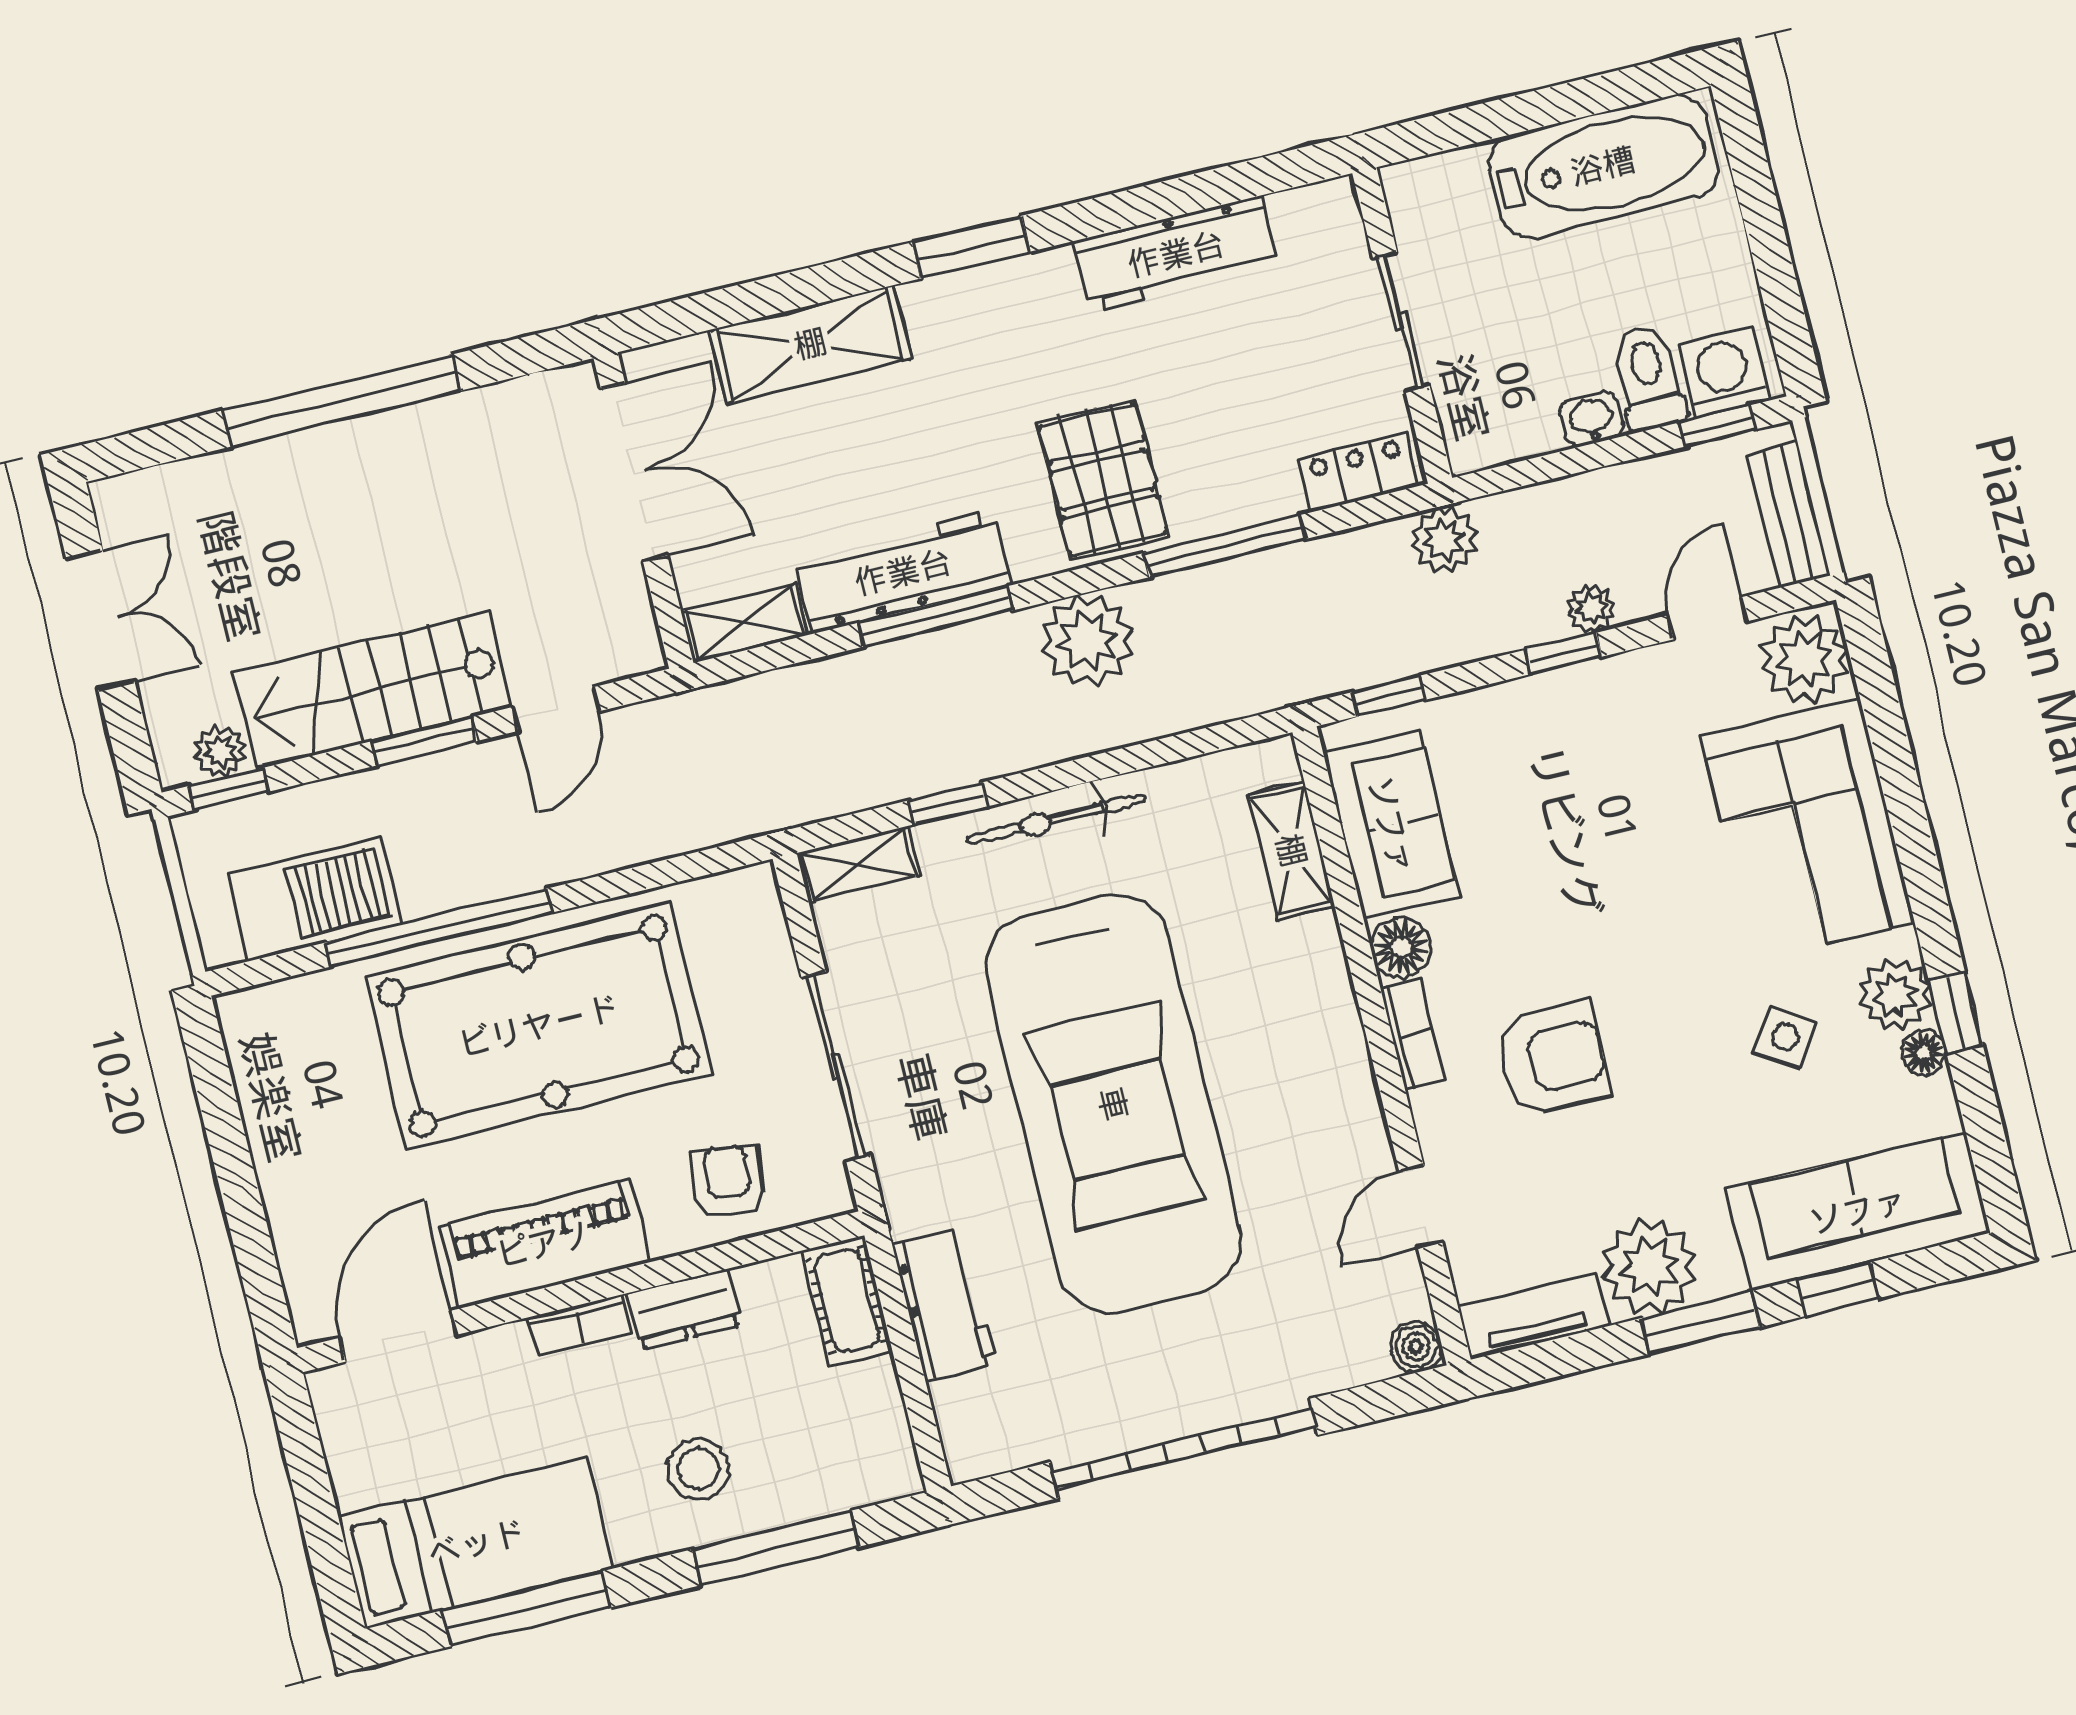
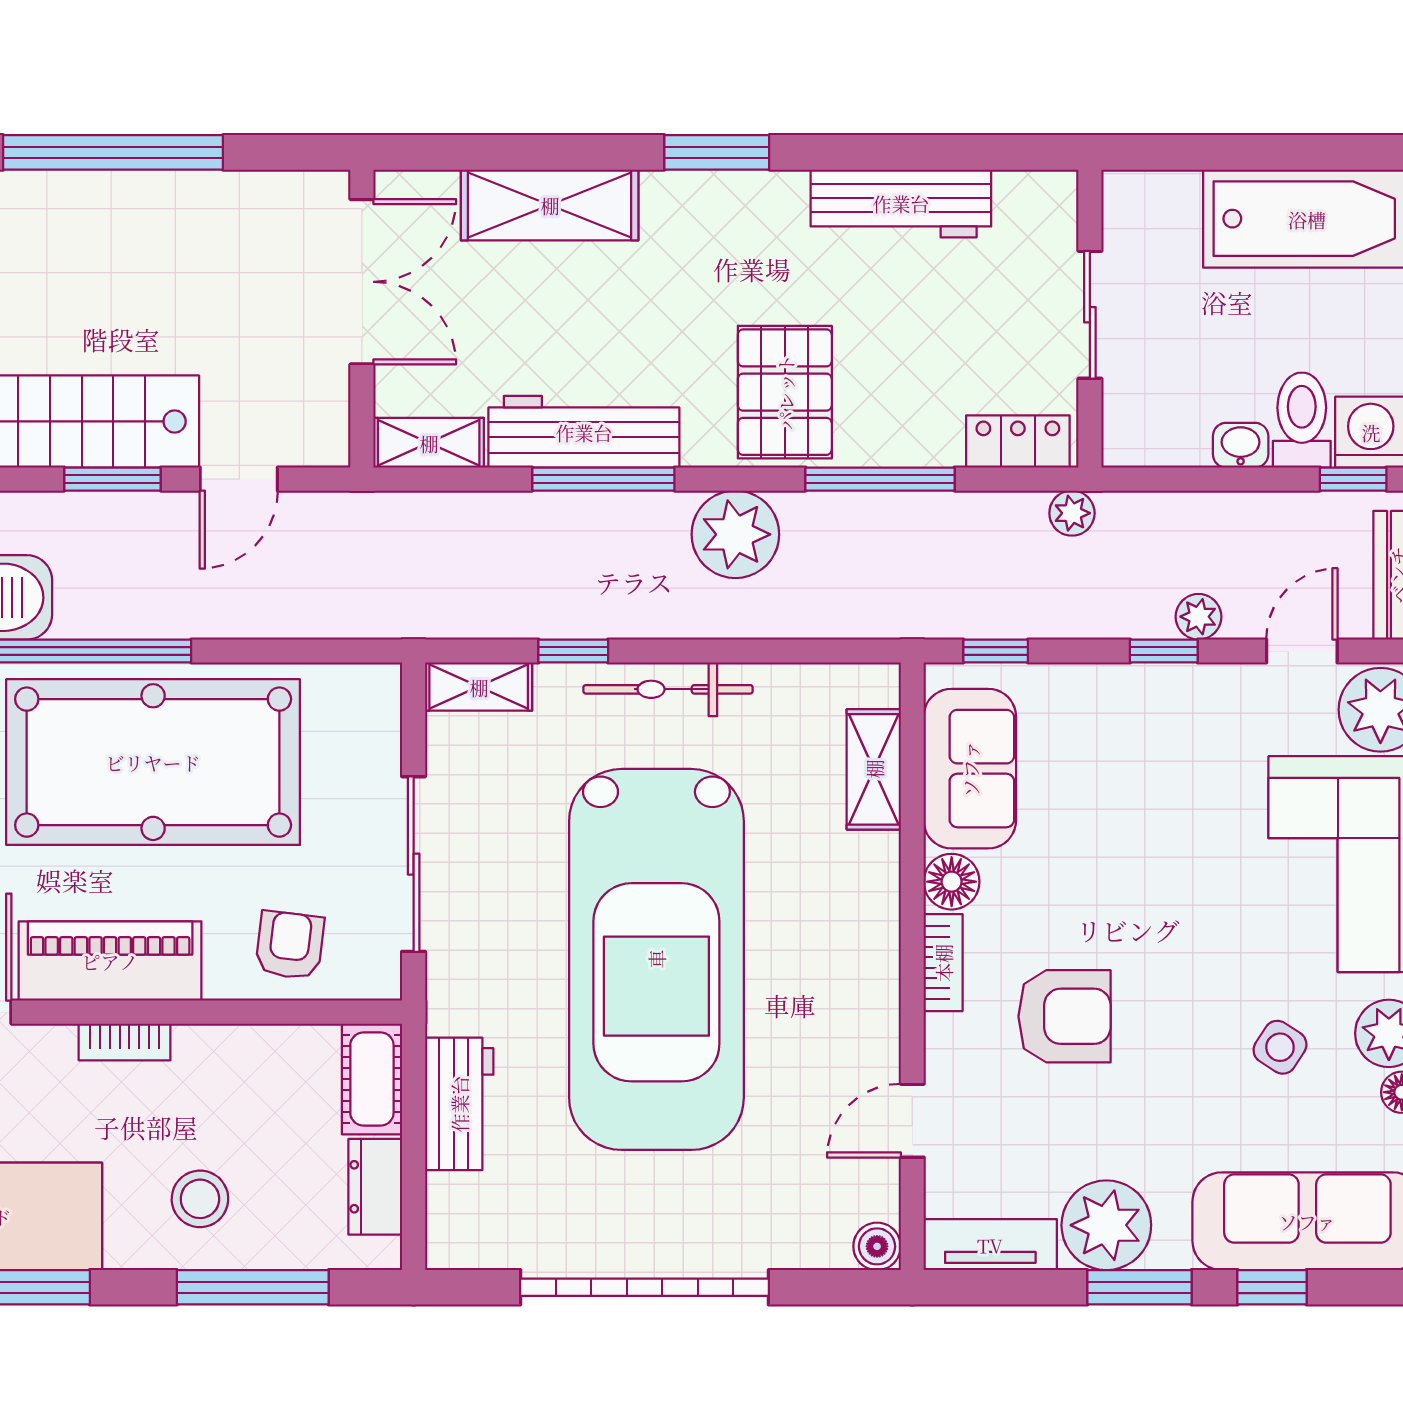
plant: (1444, 540) -> (1072, 513), width x0.73, depth x0.73
dresser: (684, 1309) -> (375, 1187), moved, turned 90

